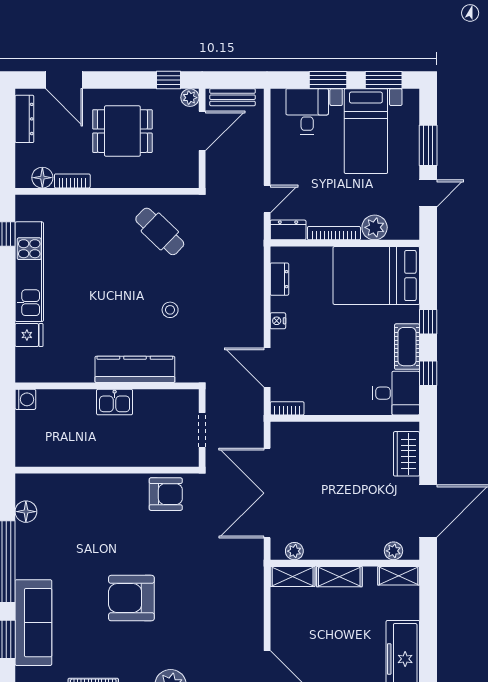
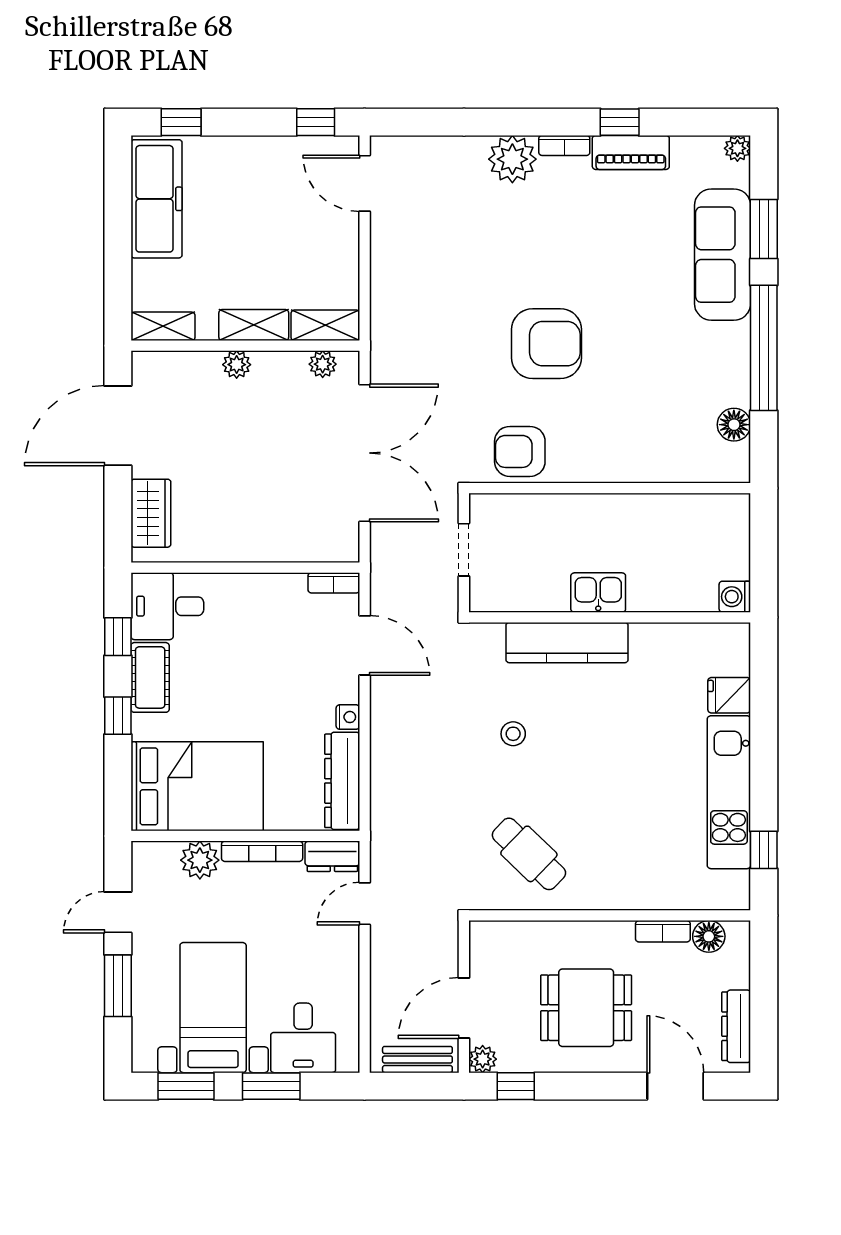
dresser: (279, 279) -> (342, 781), width x1.96, depth x1.24
plant: (393, 551) -> (237, 365), moved
armchair: (131, 598) -> (546, 344), moved

